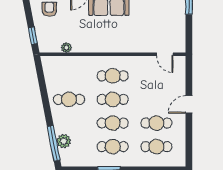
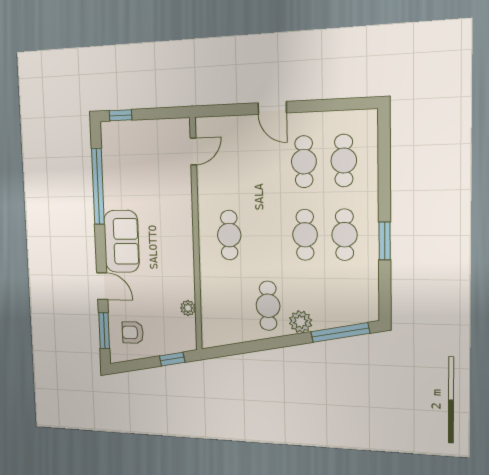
cafe table: (113, 99) -> (267, 235), removed
plant: (64, 141) -> (301, 322), moved

